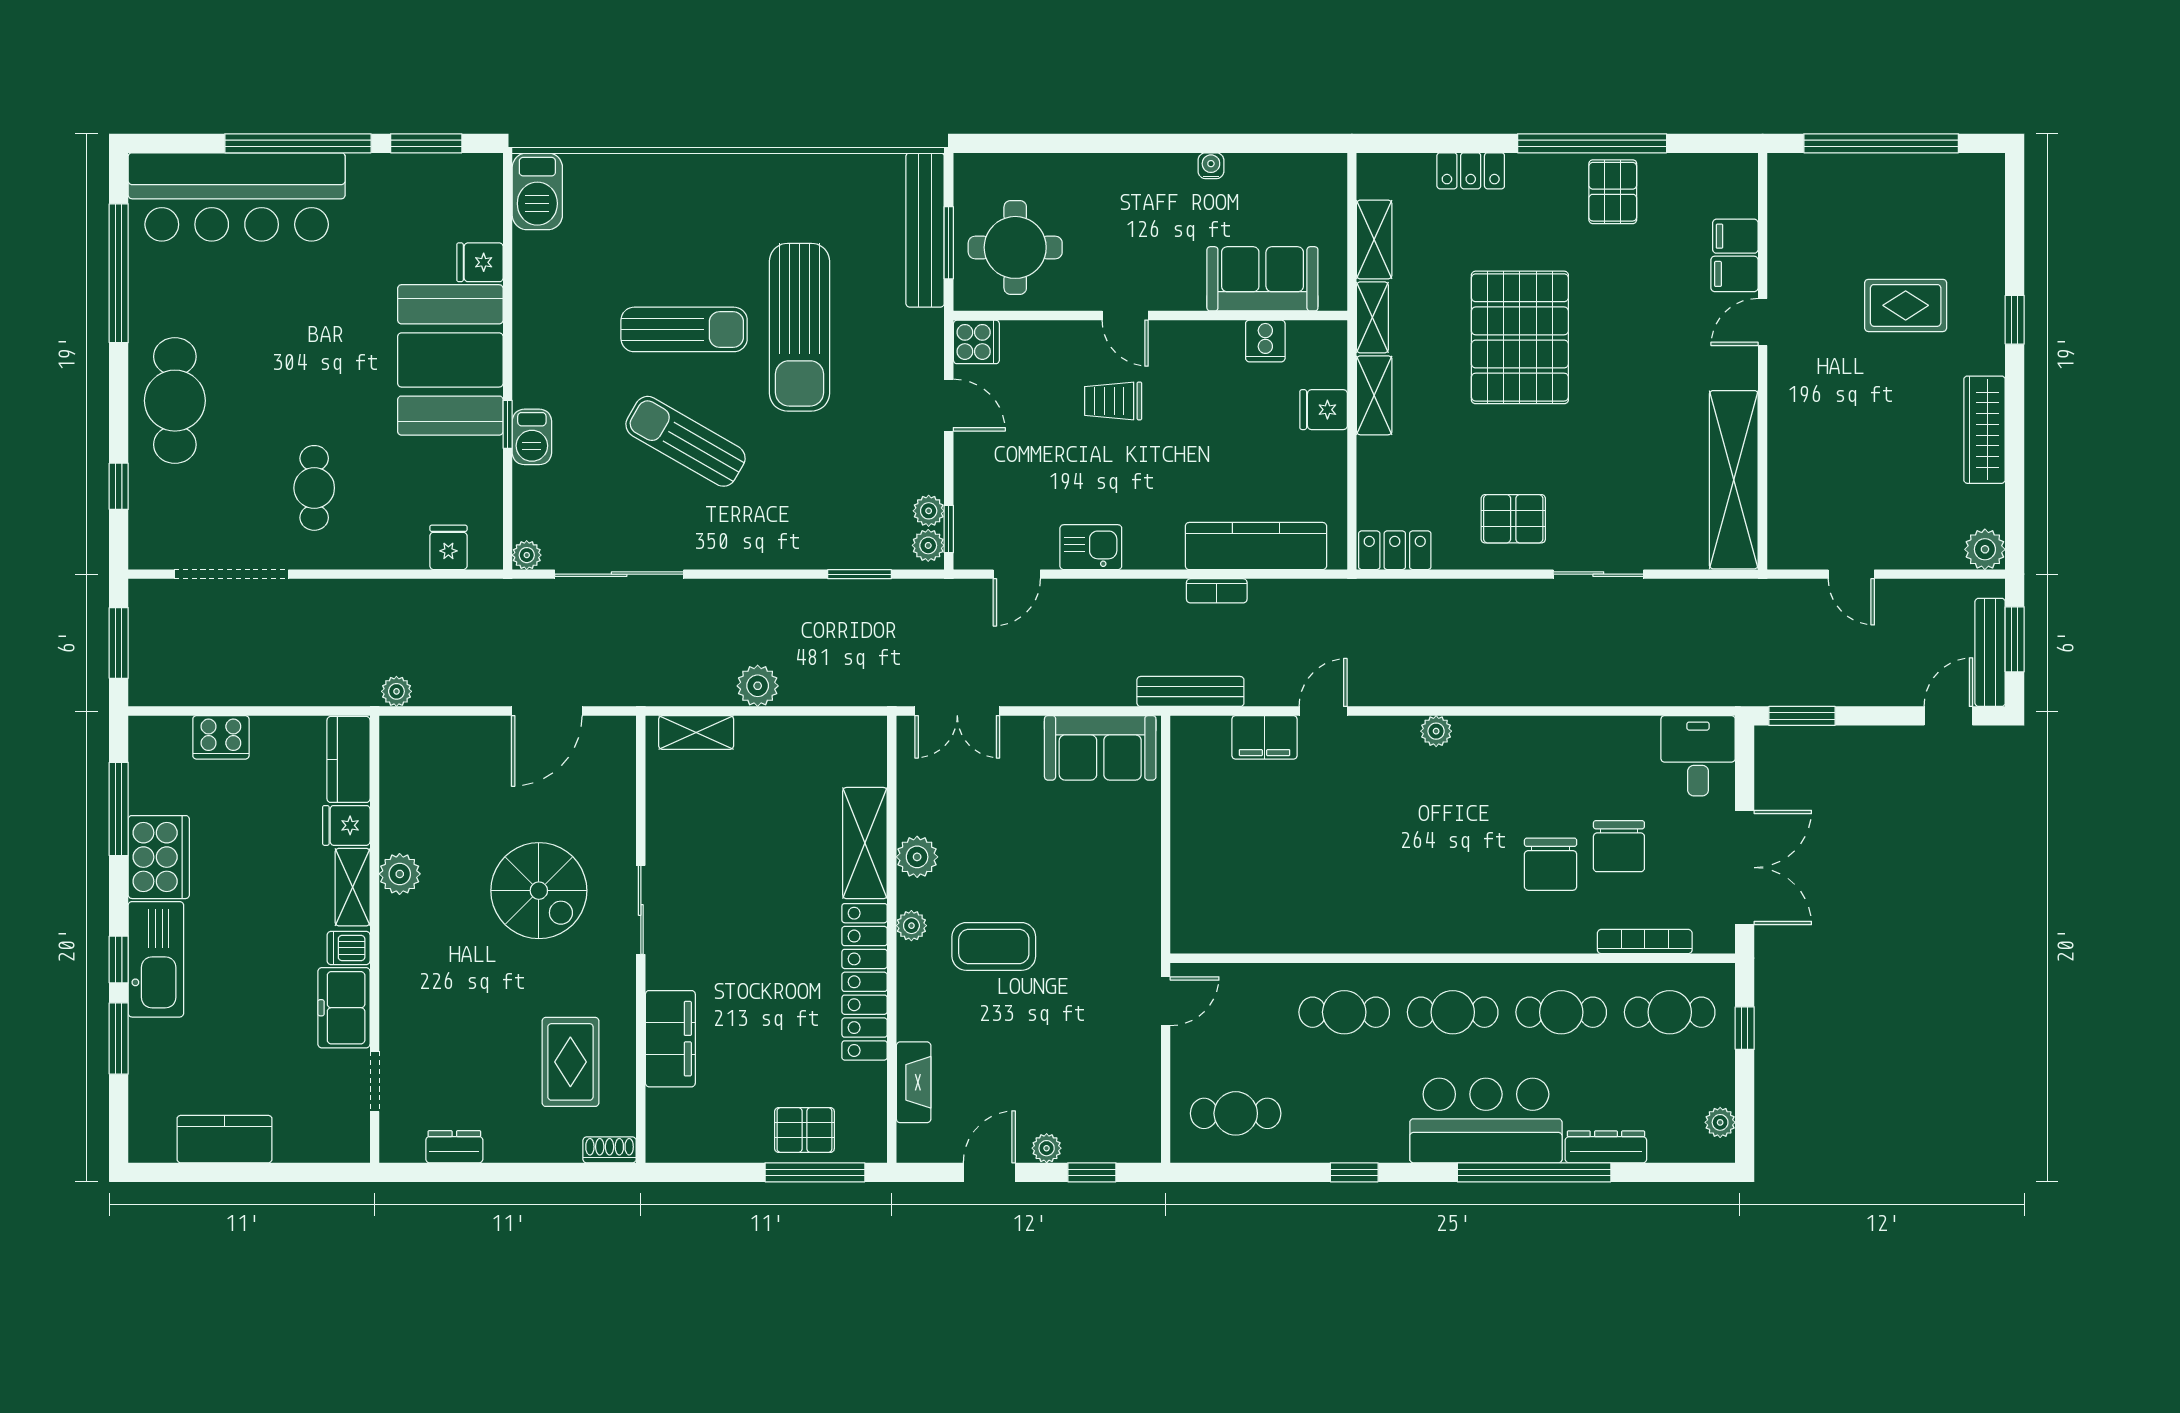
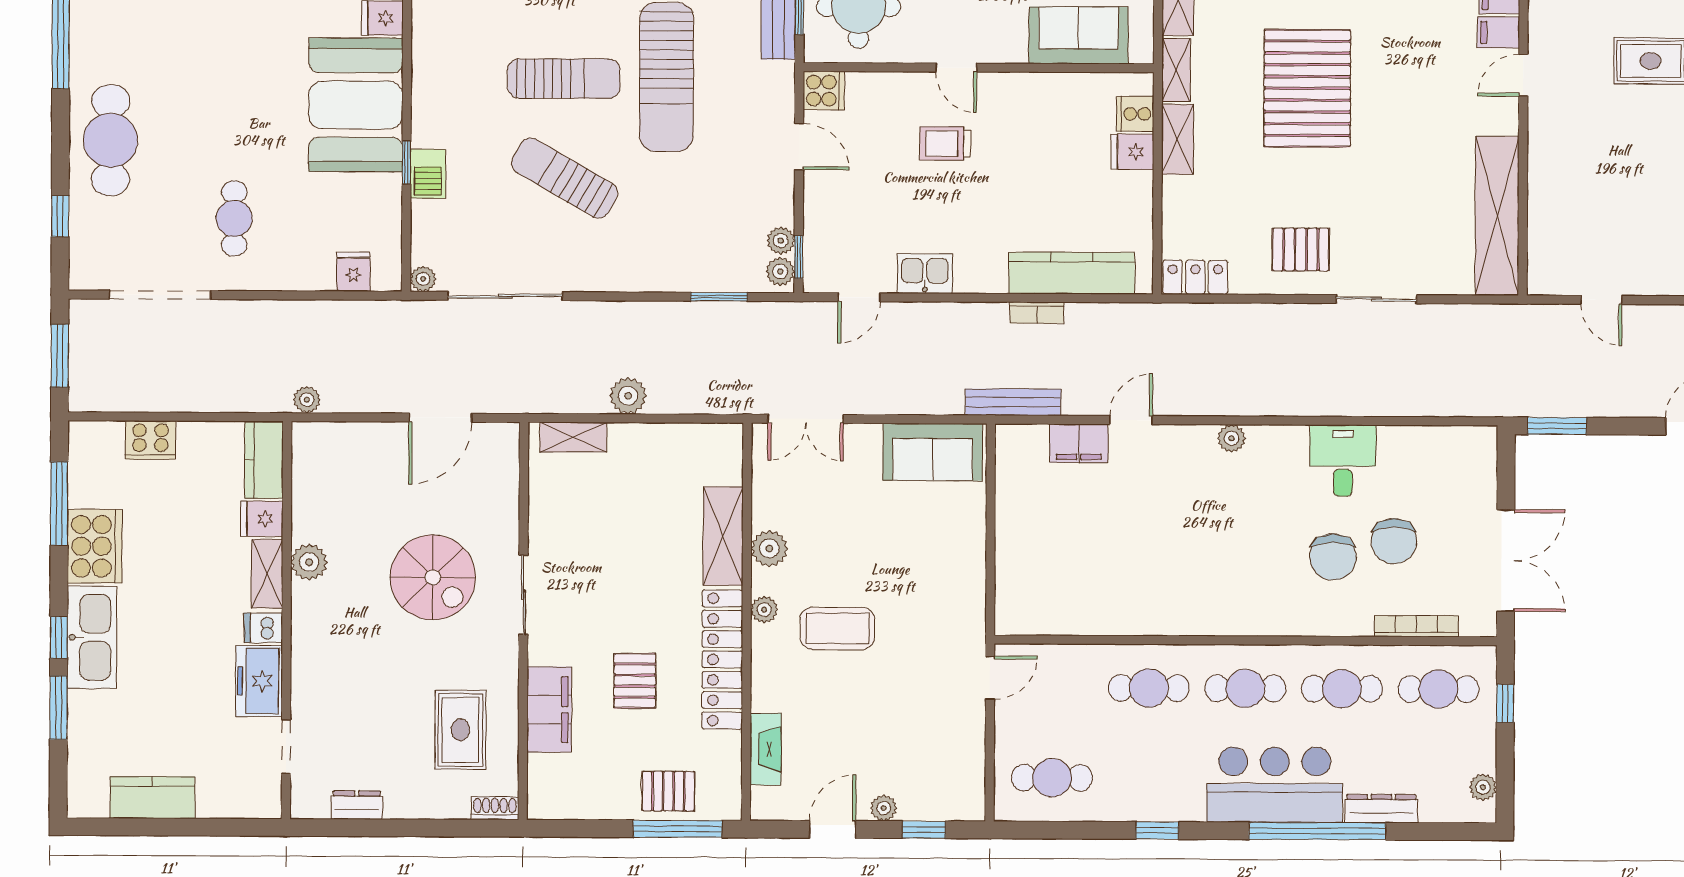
cooker: (1265, 341) -> (1135, 114), moved, turned 90
desk: (1698, 756) -> (1343, 461), moved
pallet: (766, 1006) -> (635, 681), added

